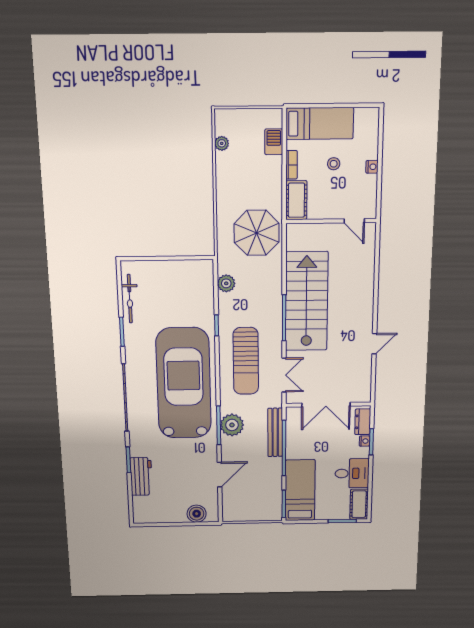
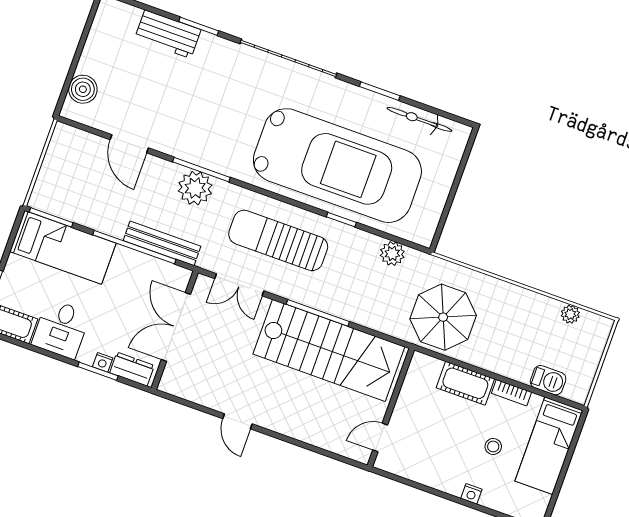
wall: (331, 221) -> (391, 408), moved
door: (354, 221) -> (380, 438), moved
car: (184, 383) -> (337, 166), moved

